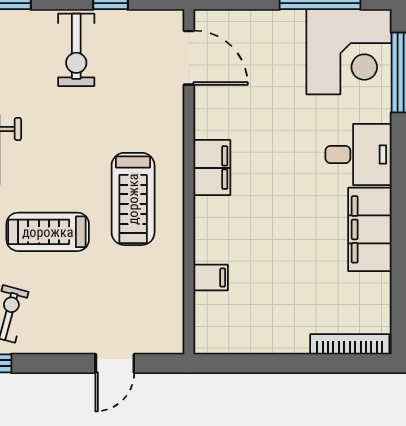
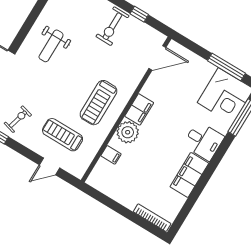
door: (189, 58) -> (157, 58), hinge flipped
plant: (216, 220) -> (128, 132), added
treadmill: (48, 232) -> (63, 135), moved

